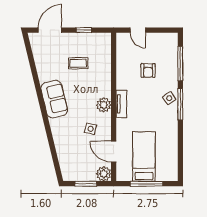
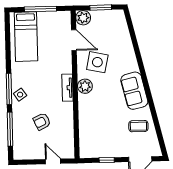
coffee table: (78, 63) -> (138, 126), moved
armchair: (148, 71) -> (42, 121), turned -115
side table: (91, 129) -> (97, 62), width x1.87, depth x1.87
bed: (144, 156) -> (26, 37), moved

